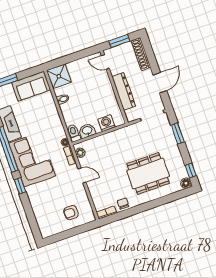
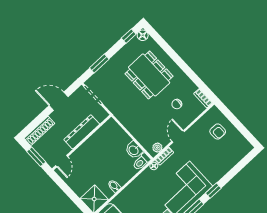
washing machine: (107, 123) -> (119, 135), removed
chair: (123, 204) -> (177, 104), moved

